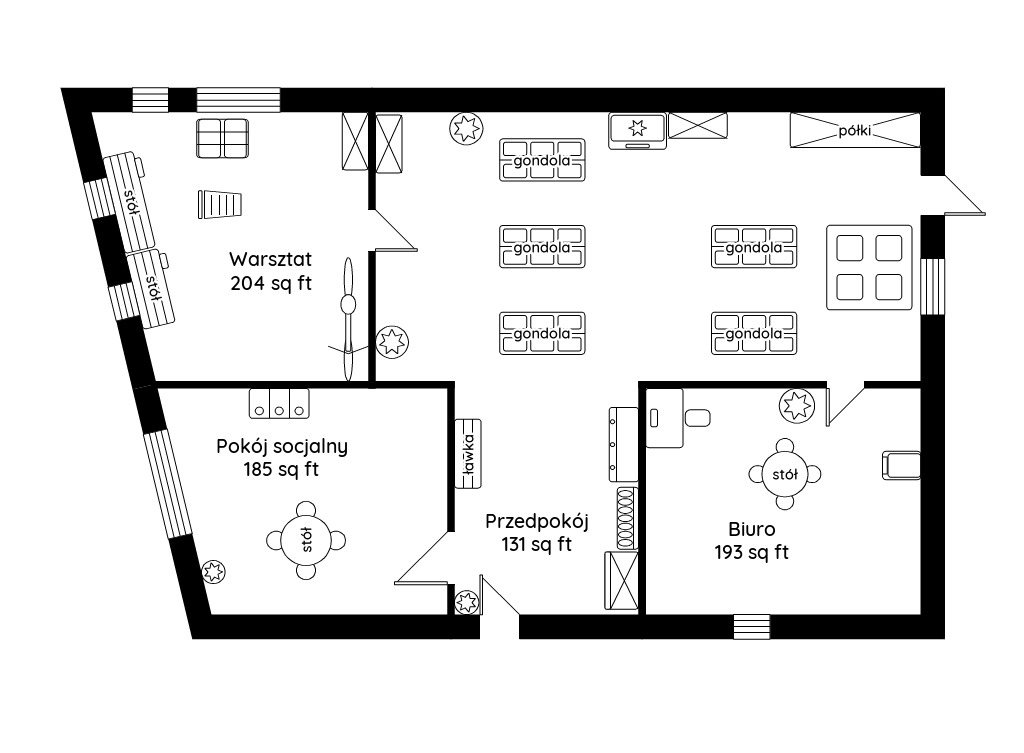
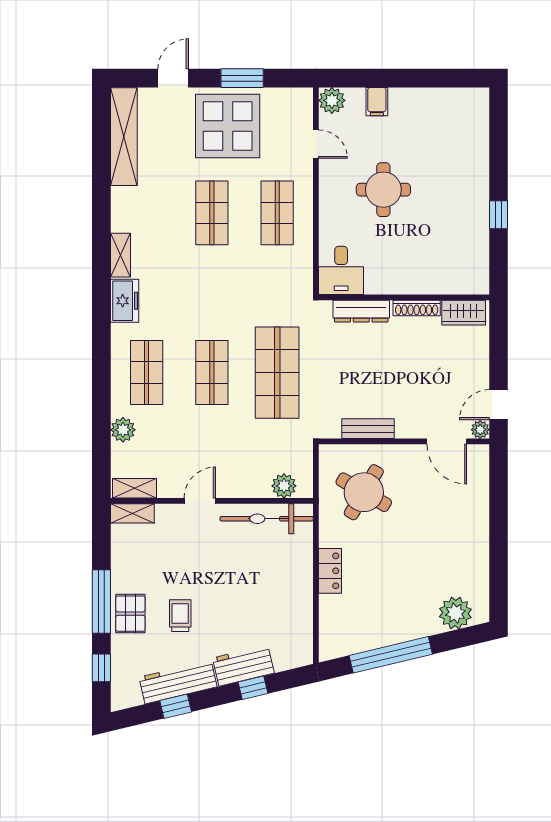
shop shelf: (542, 333) -> (277, 373), width x1.43, depth x1.36
plant: (797, 406) -> (332, 100), moved
round table: (306, 540) -> (364, 492), moved, turned 30
plant: (213, 572) -> (455, 613), width x1.88, depth x1.88

